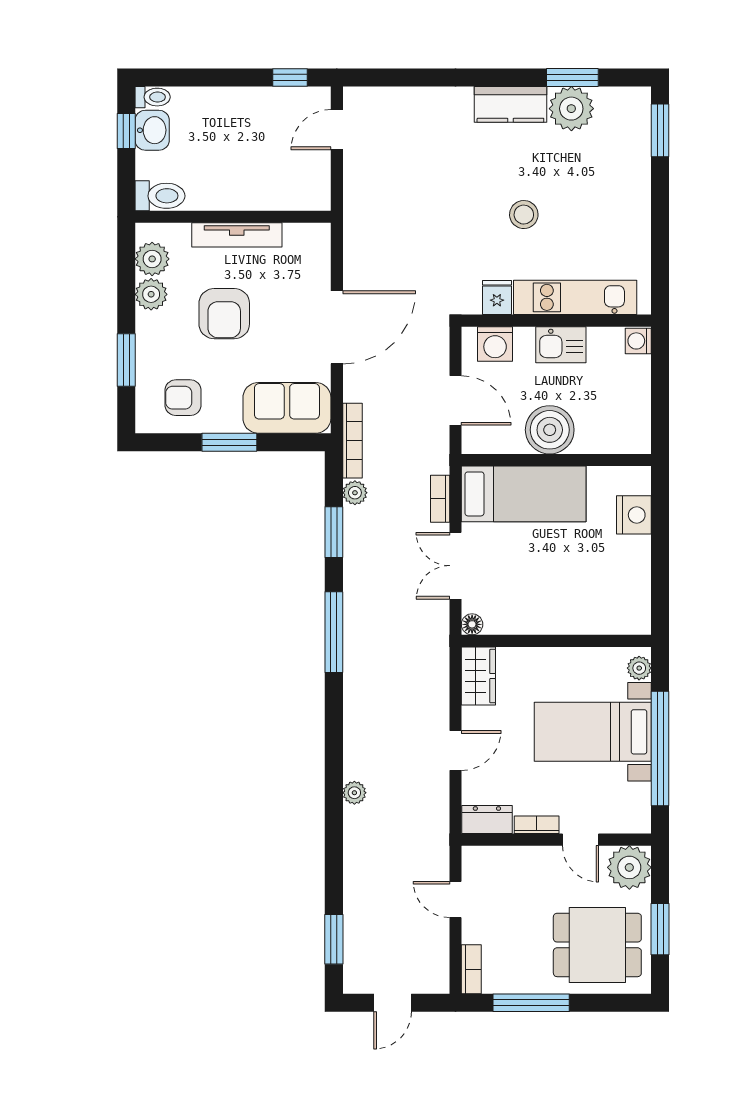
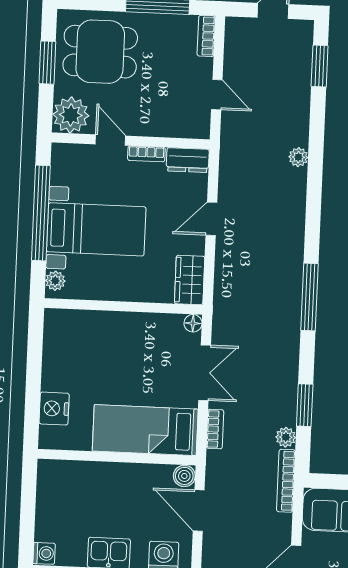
boiler: (550, 430) -> (184, 476), moved, width x0.54, depth x0.54
window: (334, 632) -> (309, 297), moved
plant: (354, 793) -> (298, 157), moved

